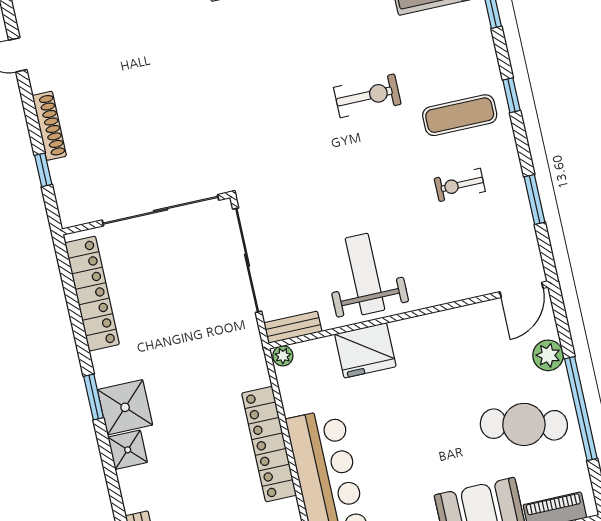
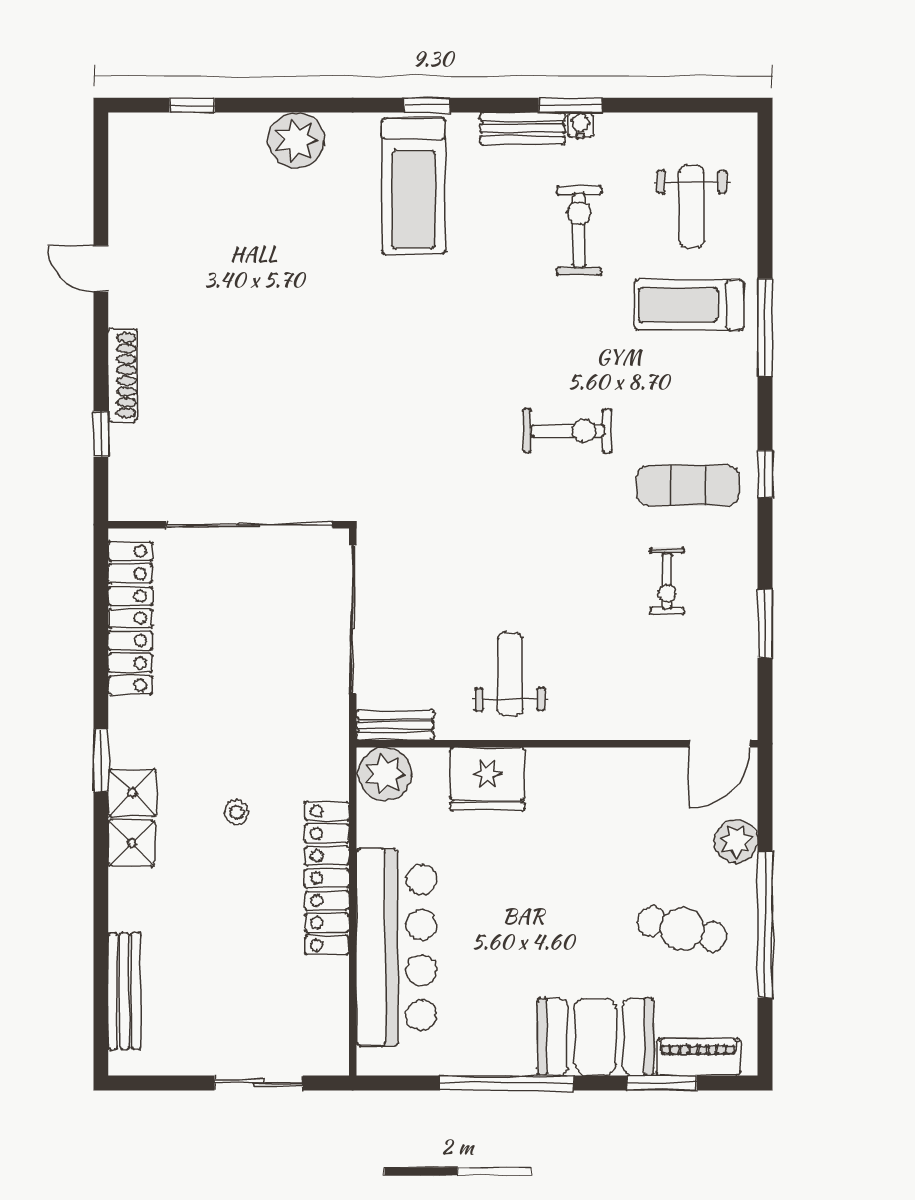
exercise bike: (460, 185) -> (667, 581), turned -90
weight bench: (365, 274) -> (510, 674), width x0.73, depth x0.75
plant: (283, 356) -> (385, 774), width x1.88, depth x1.88
shower: (125, 407) -> (132, 793), width x0.73, depth x0.73
stool: (196, 412) -> (237, 812), added
cafe table: (524, 424) -> (682, 929), width x0.73, depth x0.74

